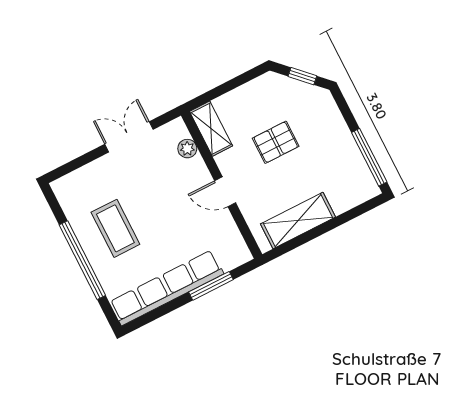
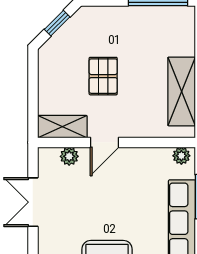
door: (225, 192) -> (104, 142), moved
plant: (240, 250) -> (181, 156), added

